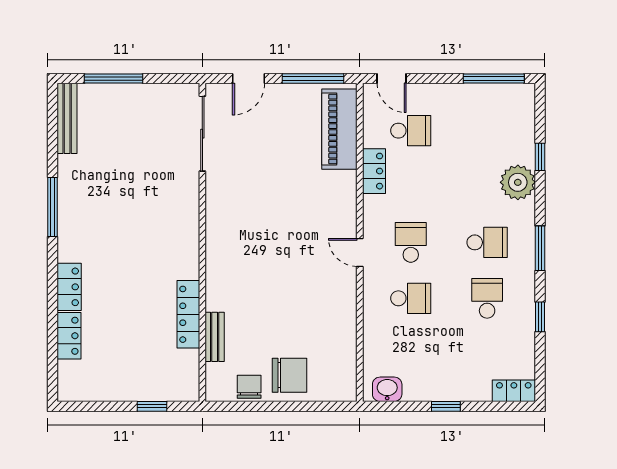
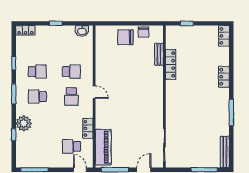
school desk: (411, 298) -> (71, 72), turned 180
school desk: (487, 298) -> (37, 72), turned -90
locker: (69, 336) -> (224, 36), moved

